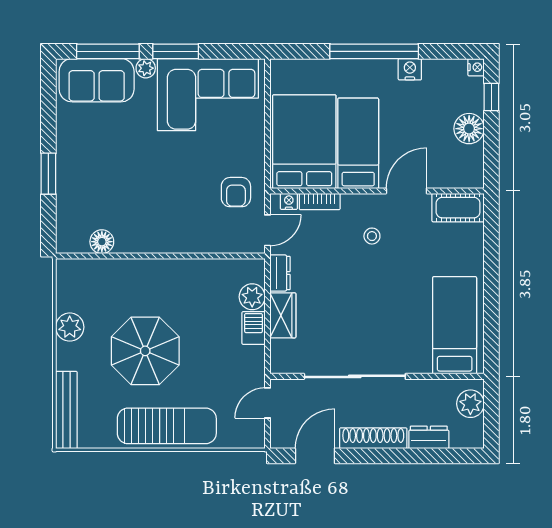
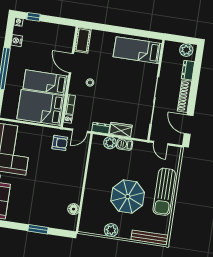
nightstand: (410, 69) -> (17, 41), moved
floor lamp: (469, 129) -> (47, 30), removed
door: (267, 230) -> (80, 131), swing flipped
plant: (470, 404) -> (186, 50), moved
sun lounger: (167, 426) -> (164, 192), turned 180

